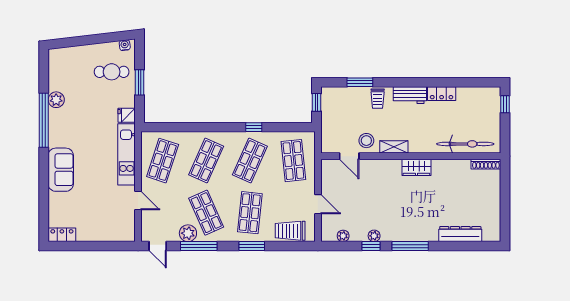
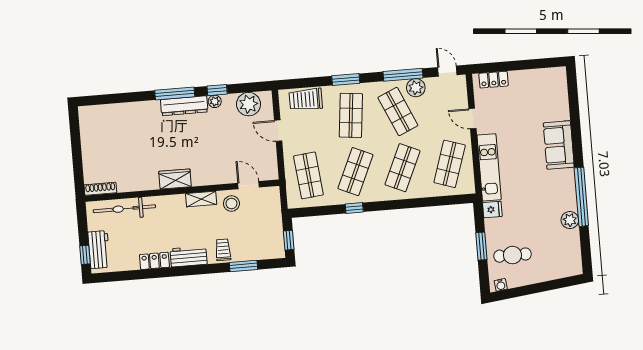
workbench: (492, 108) -> (99, 250), added
trolley: (290, 231) -> (306, 99), turned 180
dresser: (460, 234) -> (184, 106), moved
locker: (62, 235) -> (494, 80), moved
plant: (343, 236) -> (249, 104), width x1.87, depth x1.87

